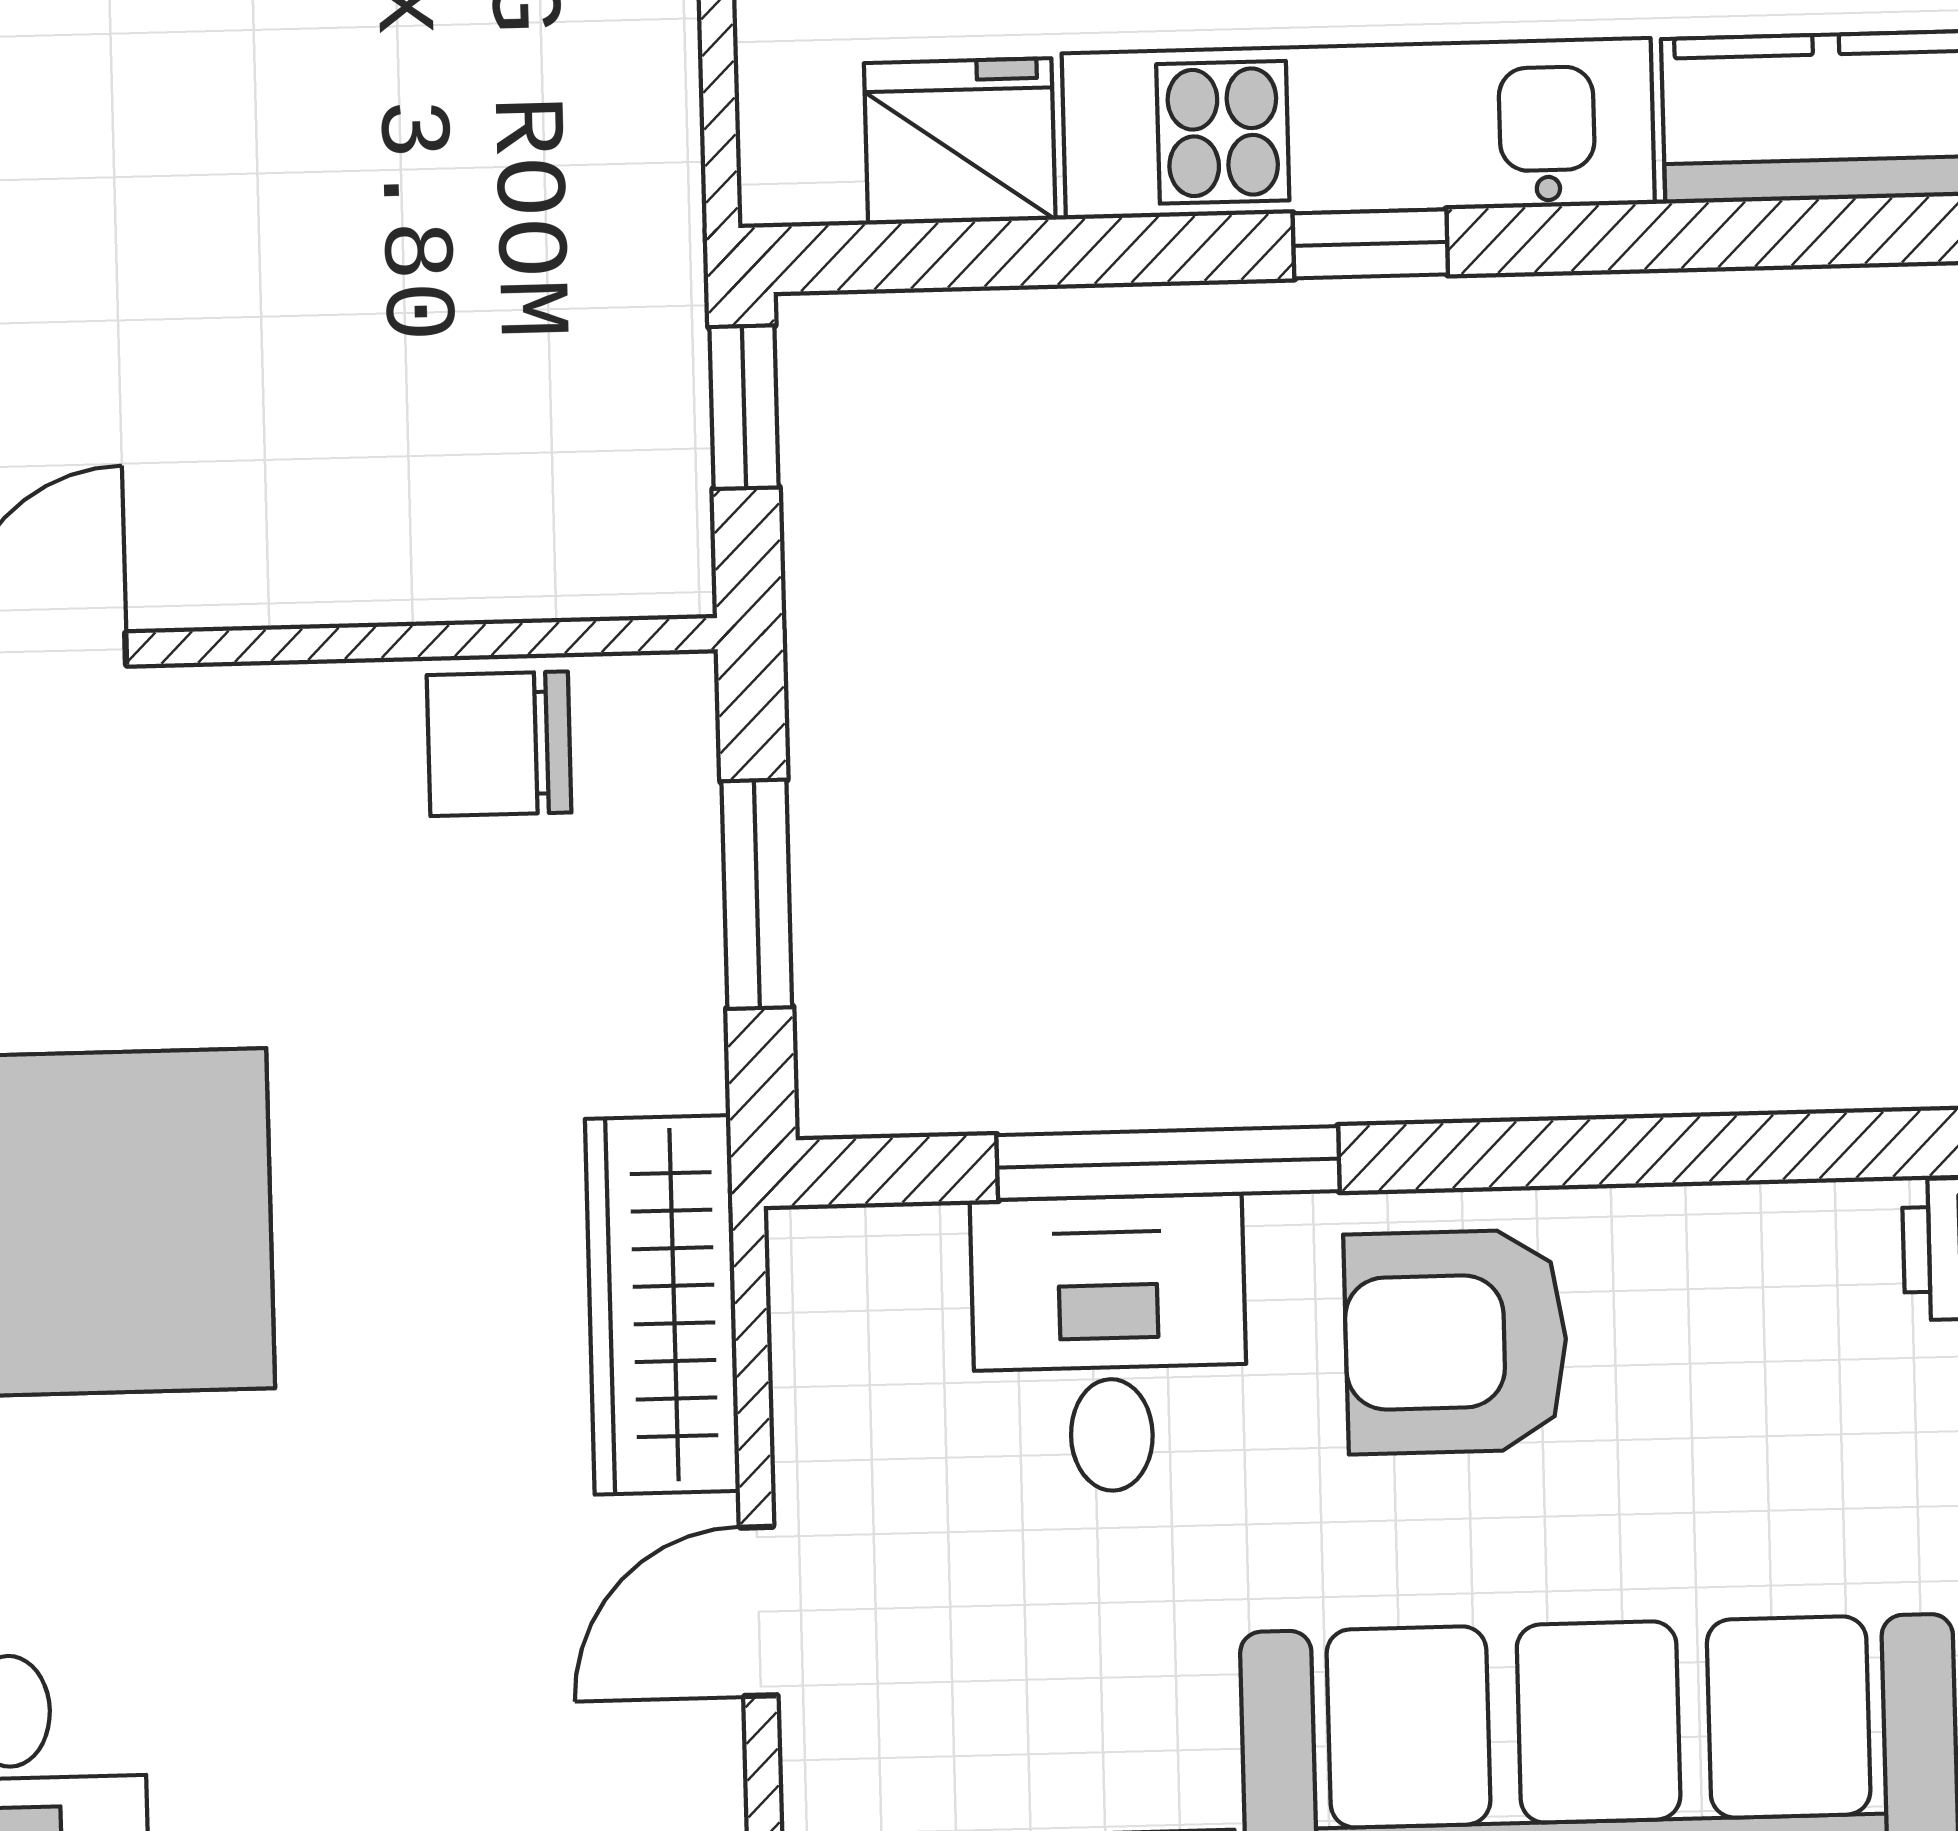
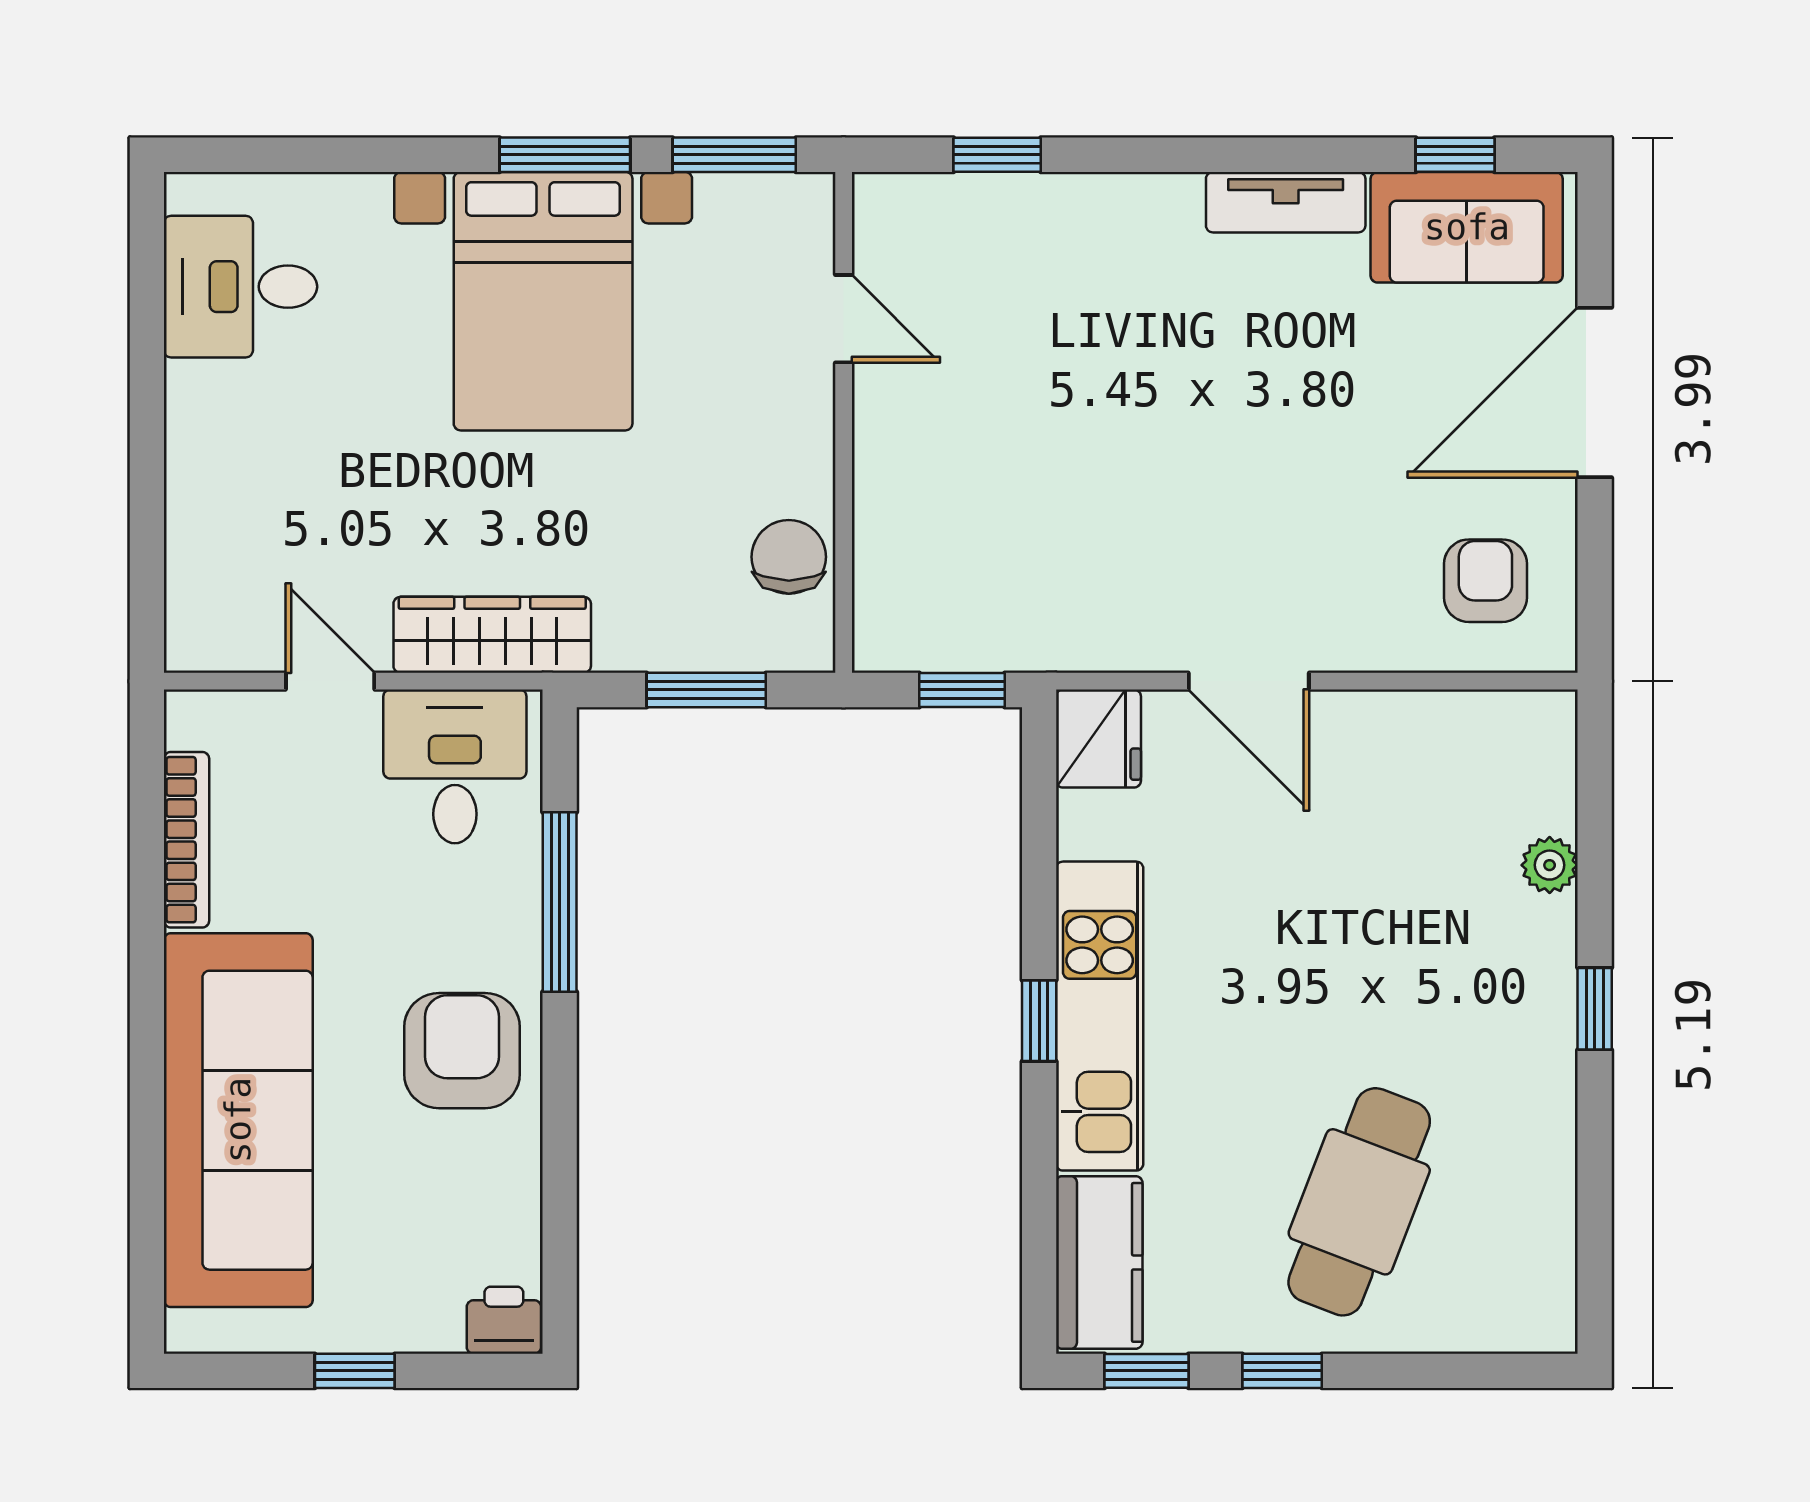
fridge: (960, 141) -> (1098, 739), moved
desk: (1109, 1344) -> (455, 766), moved, turned -90

